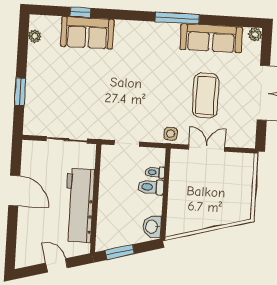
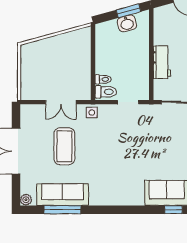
window: (177, 18) -> (63, 210), moved
toilet: (151, 187) -> (106, 92), moved
workbench: (79, 205) -> (162, 62), width x0.53, depth x0.76
washbasin: (152, 227) -> (127, 23), moved, turned 75

